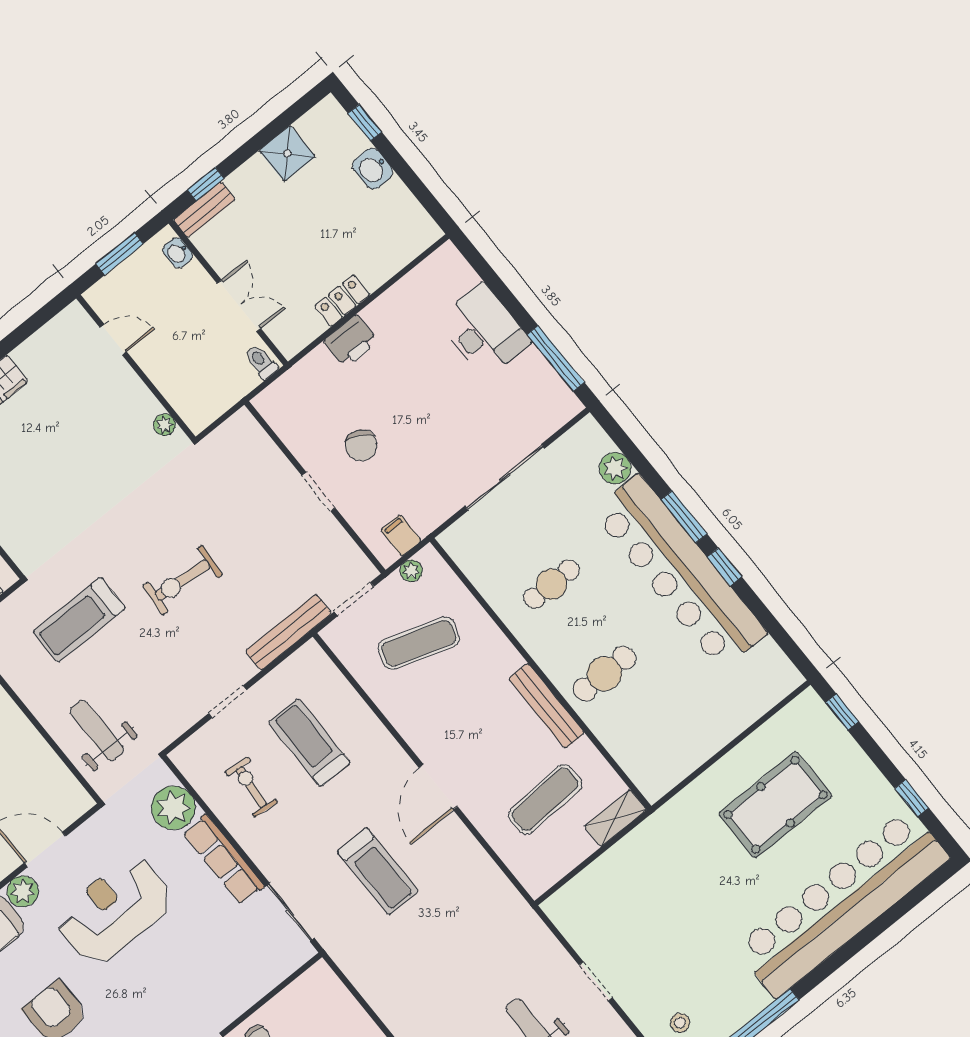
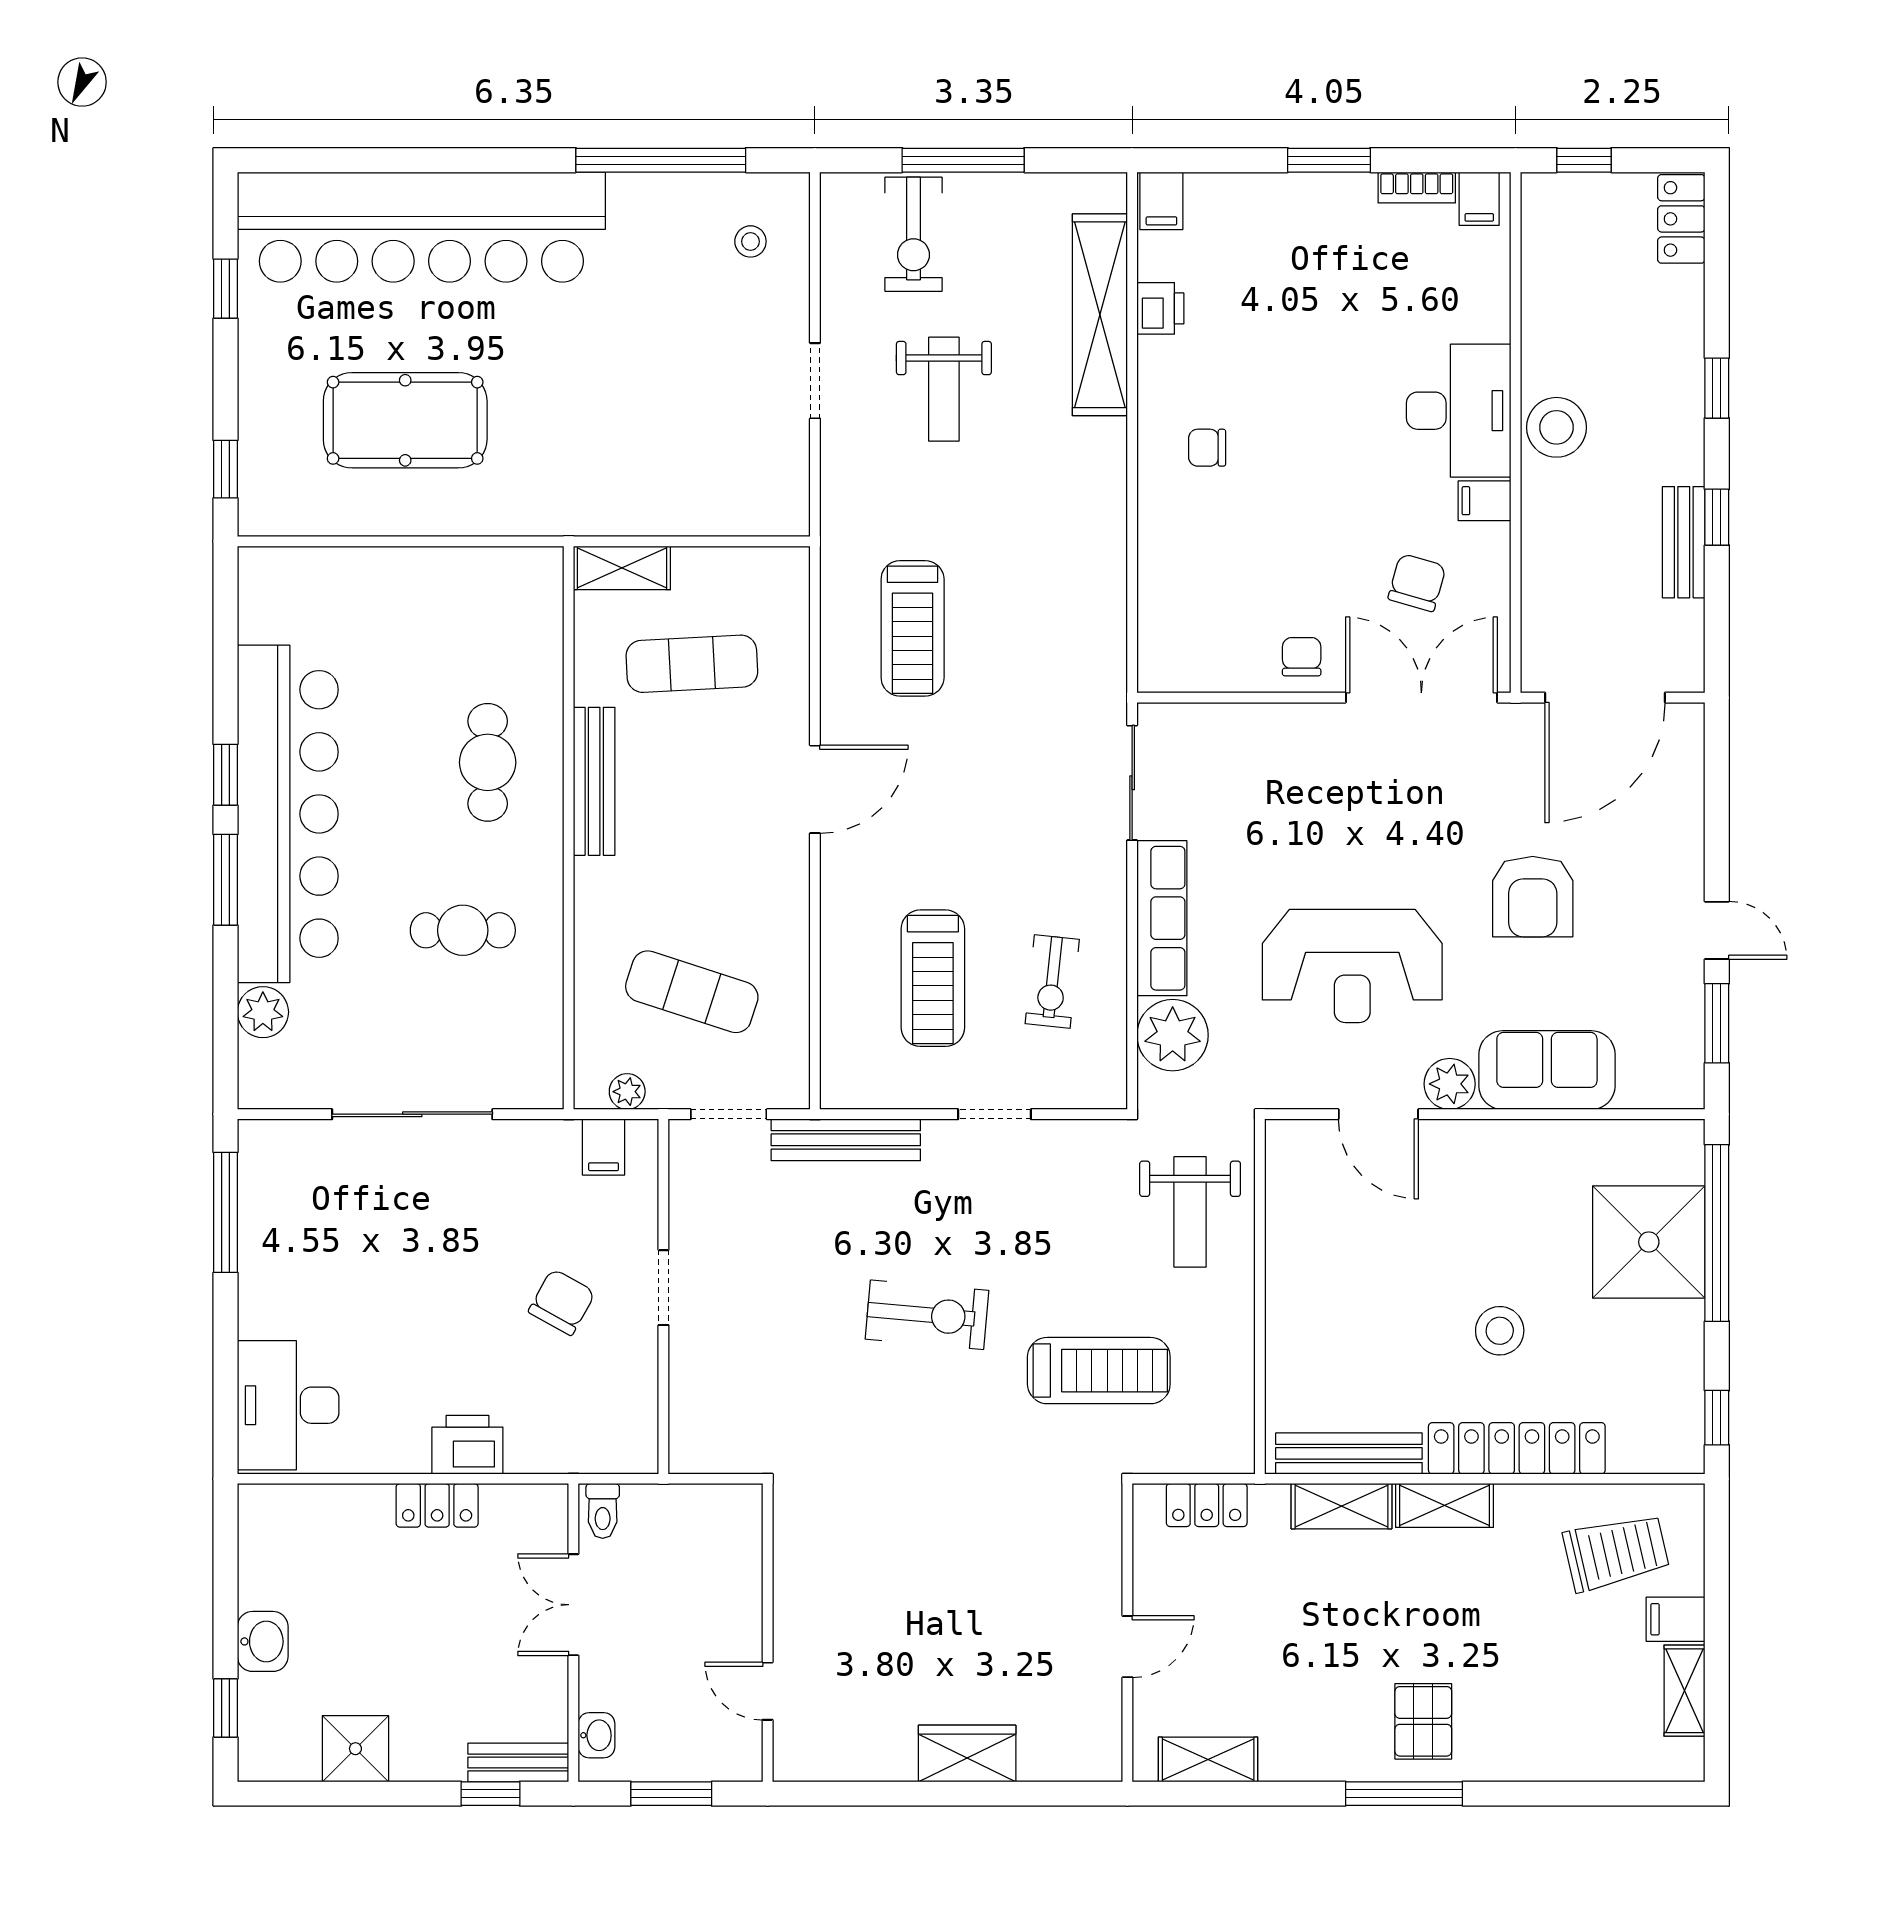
desk: (484, 331) -> (288, 1405), moved
plant: (164, 425) -> (790, 1531), removed
cafe table: (604, 674) -> (488, 762), turned 90
treadmill: (378, 871) -> (913, 628), moved, turned 180

